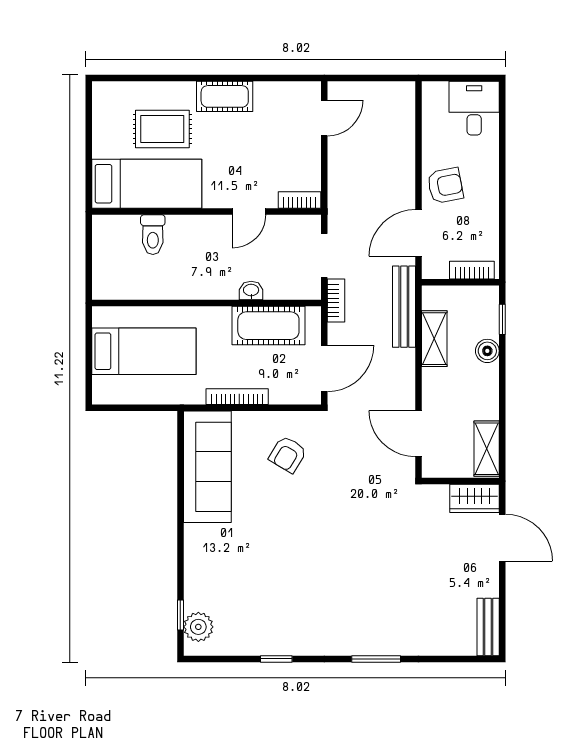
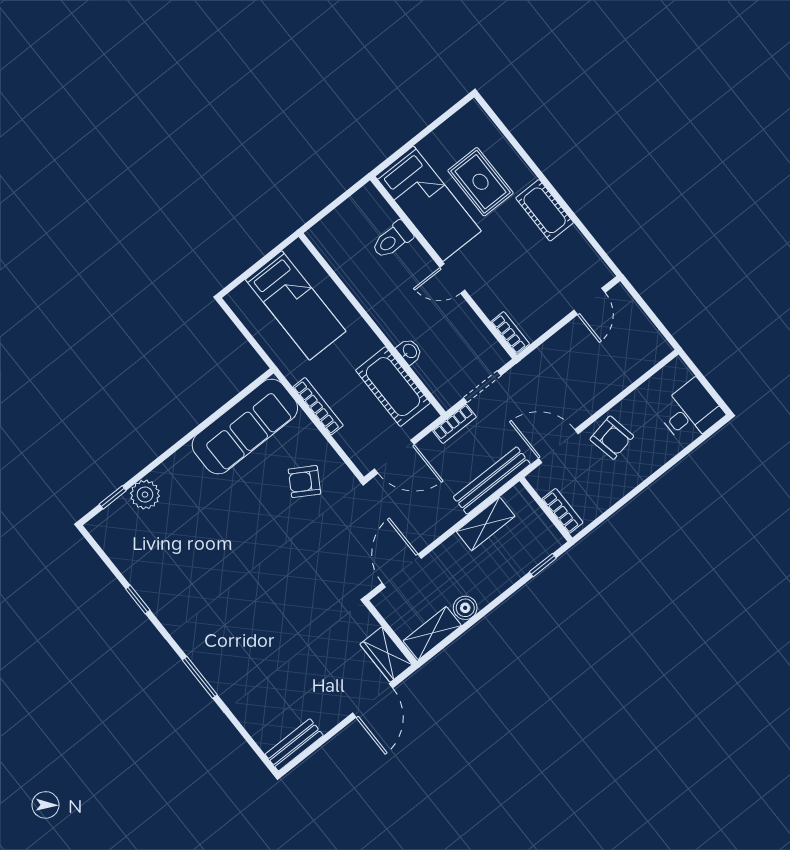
door: (324, 118) -> (590, 301), hinge flipped
door: (249, 212) -> (452, 279), moved
boiler: (487, 351) -> (465, 608), moved
plant: (198, 627) -> (145, 495), moved

